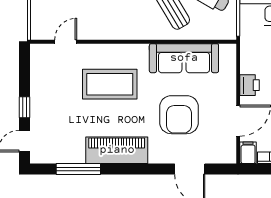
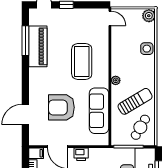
plant: (138, 33) -> (116, 80), added
door: (66, 42) -> (110, 18), moved
piano: (117, 150) -> (38, 46), moved

